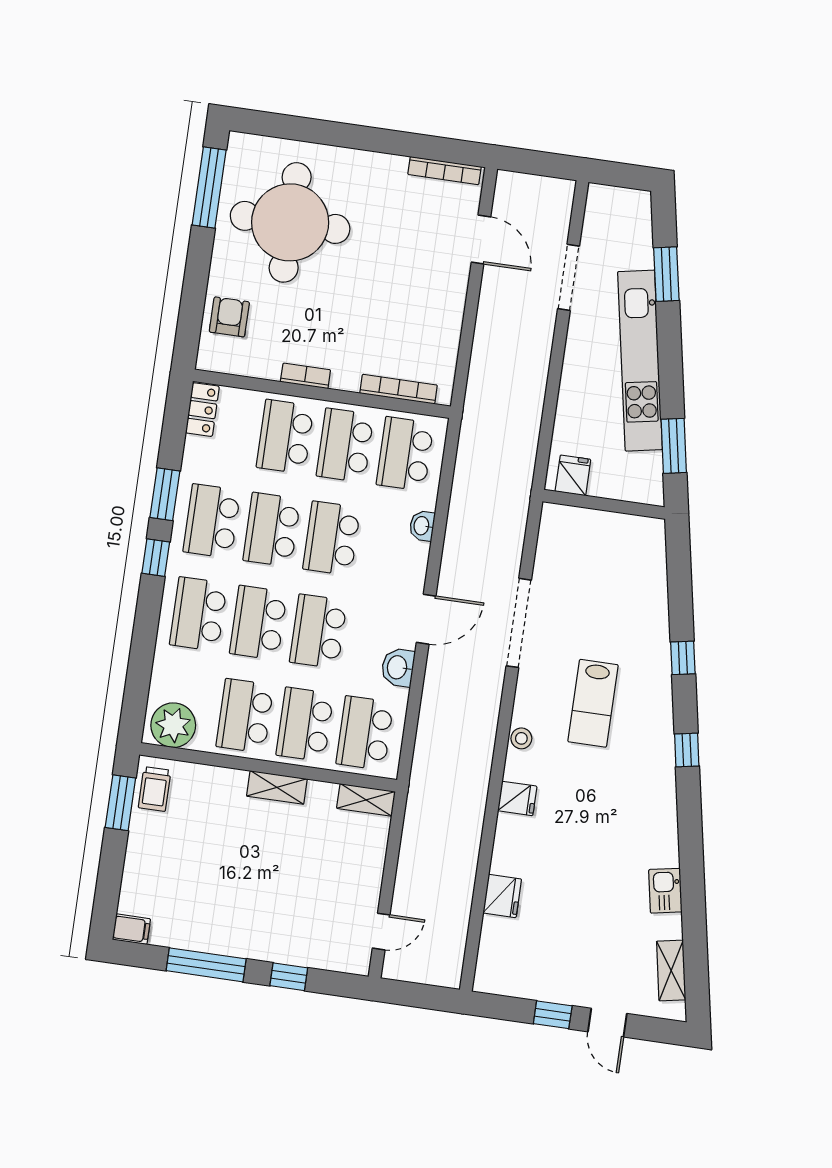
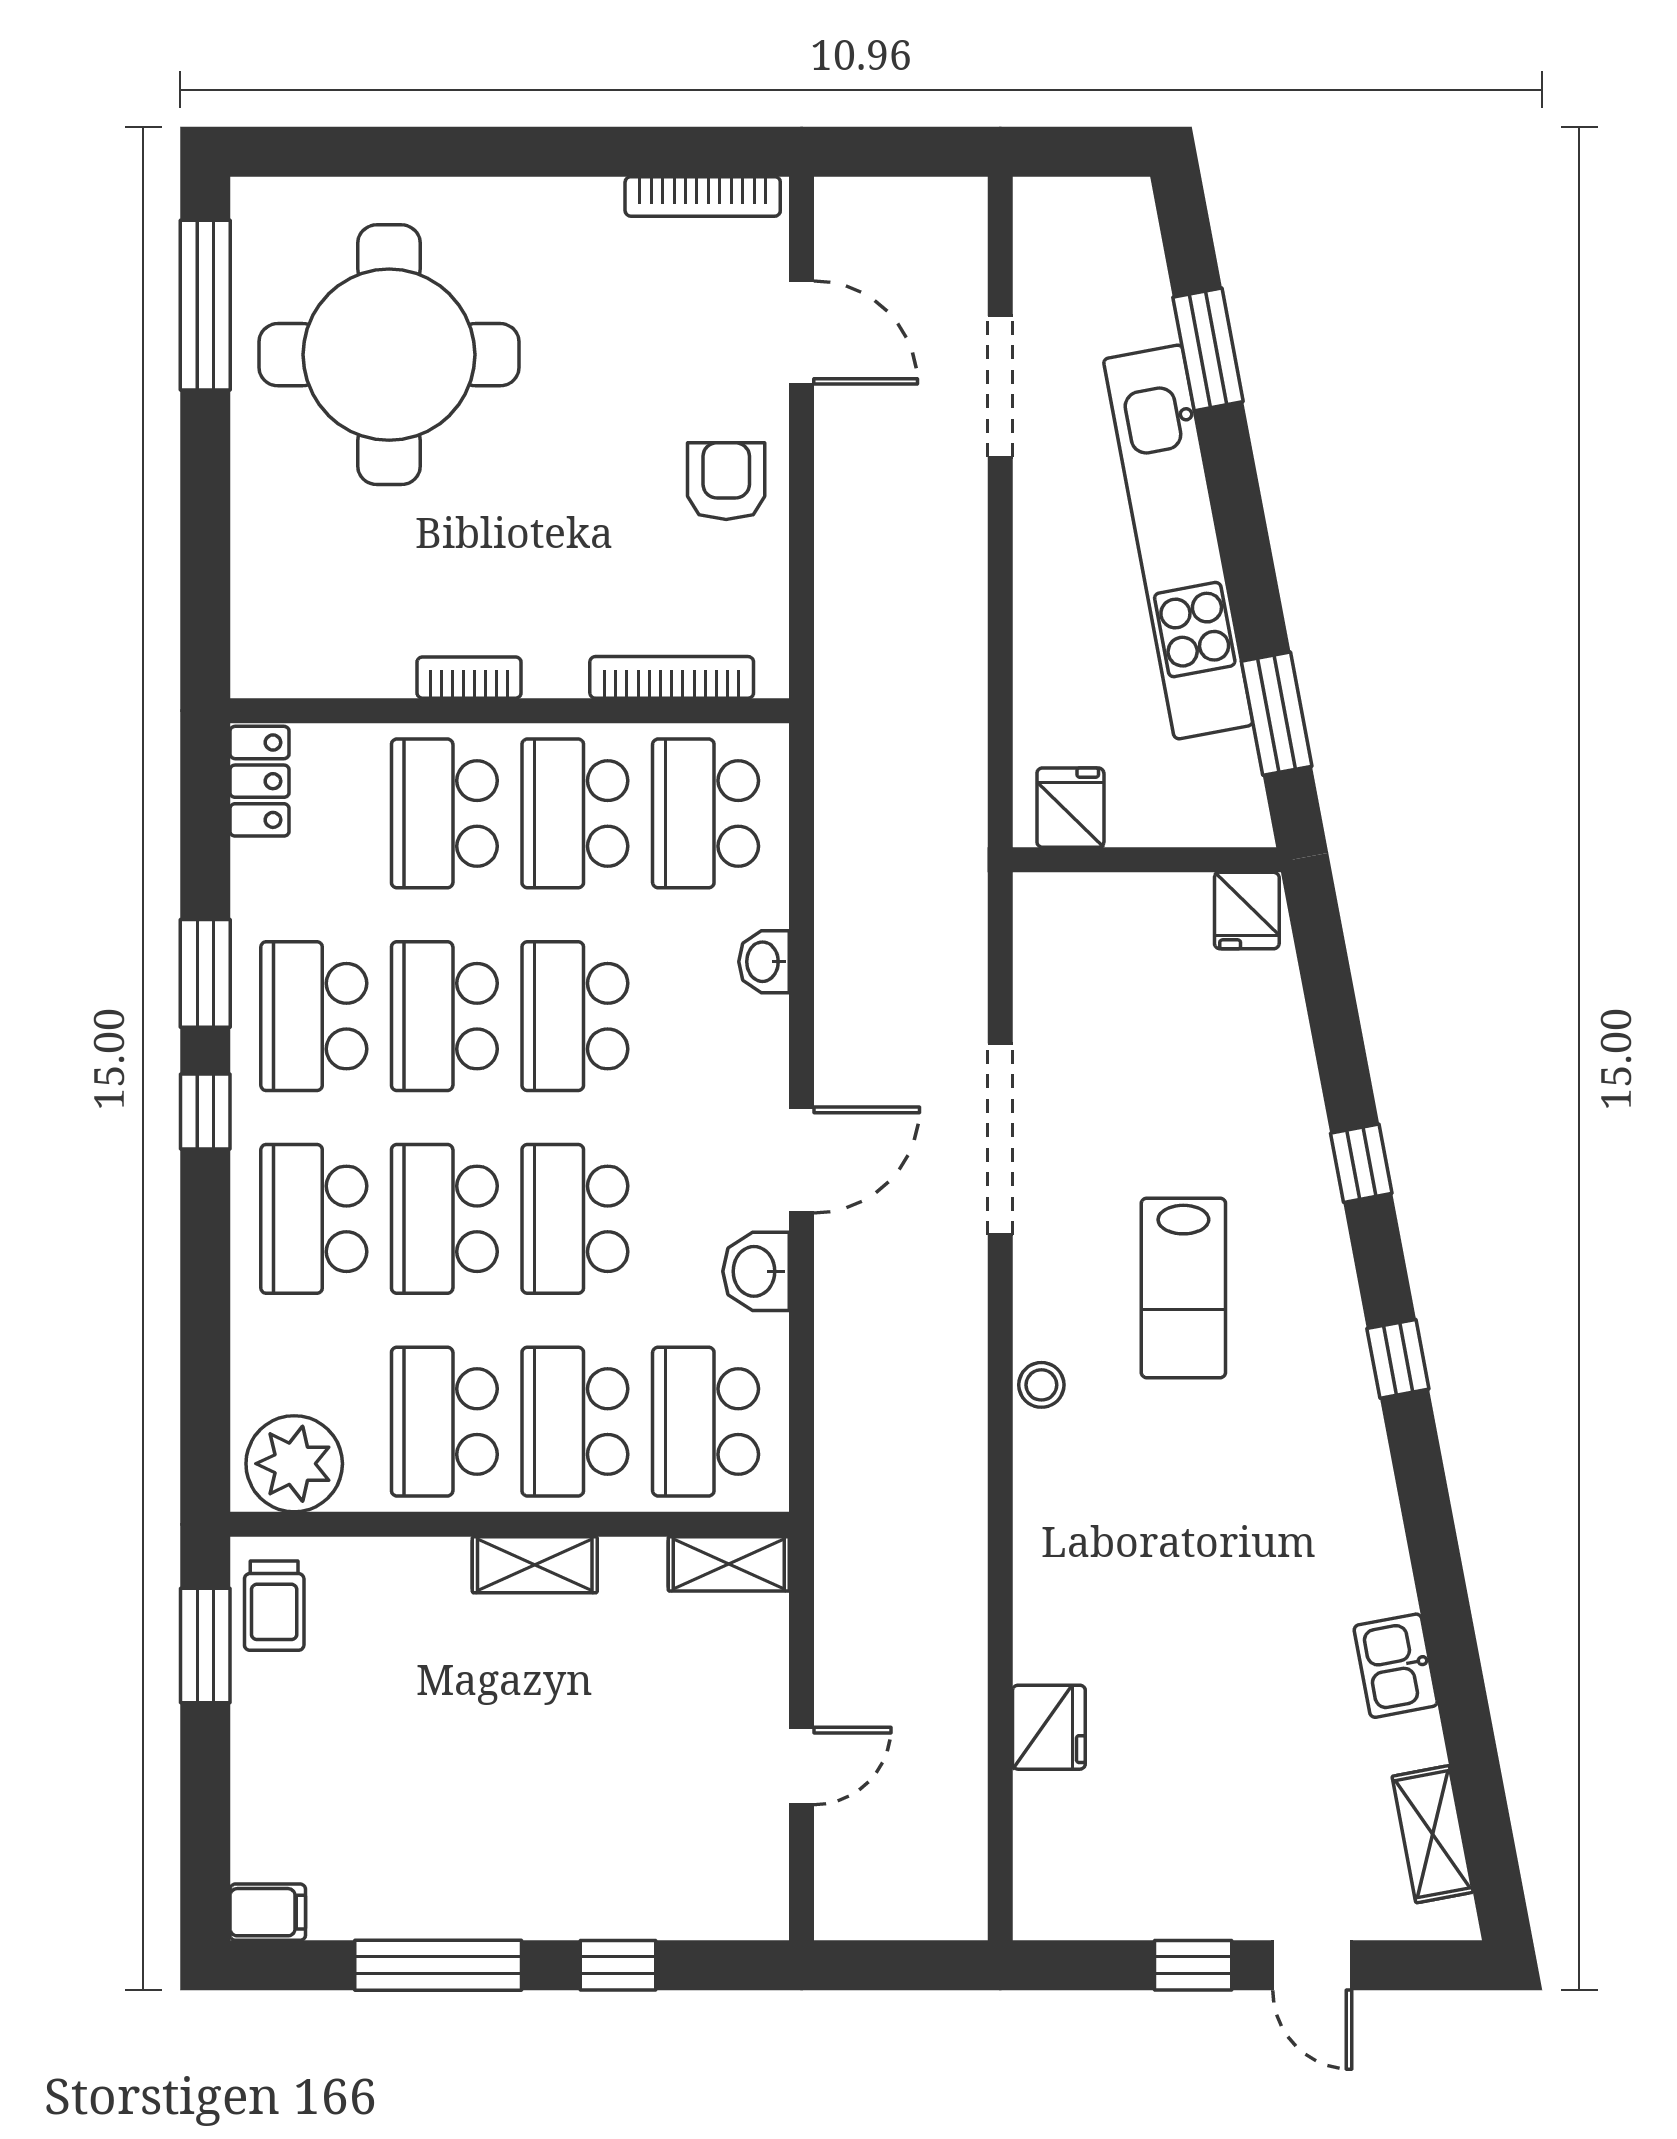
armchair: (229, 317) -> (726, 481), moved
fridge: (517, 798) -> (1247, 911), moved, turned 90
door: (381, 932) -> (802, 1766), moved

